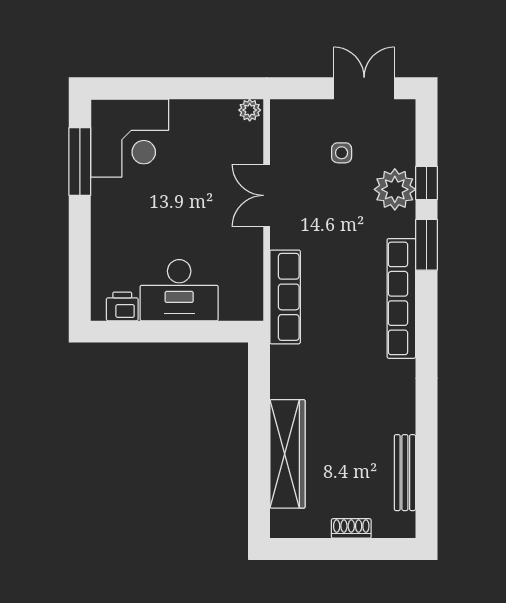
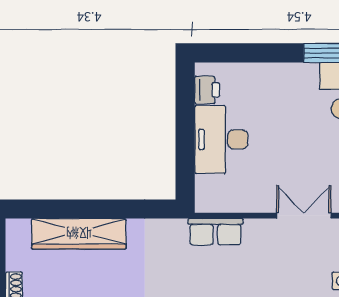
row of seats: (285, 297) -> (215, 232), width x0.68

